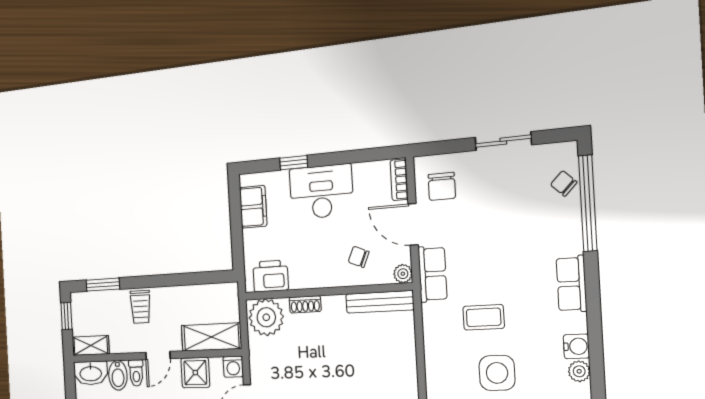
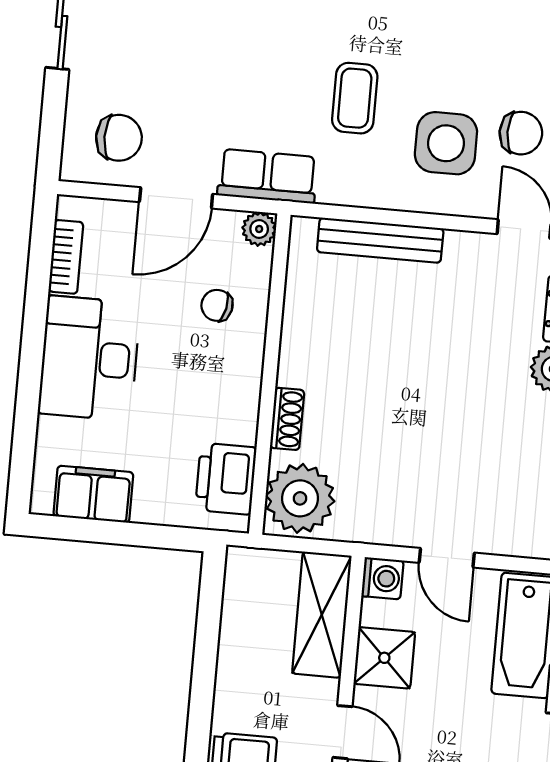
window: (294, 163) -> (27, 403), removed
bookcase: (399, 180) -> (66, 257), moved, turned -90
chair: (359, 257) -> (217, 305), turned 79
bench: (380, 302) -> (380, 240), moved, turned 90
side table: (497, 373) -> (446, 143), moved

